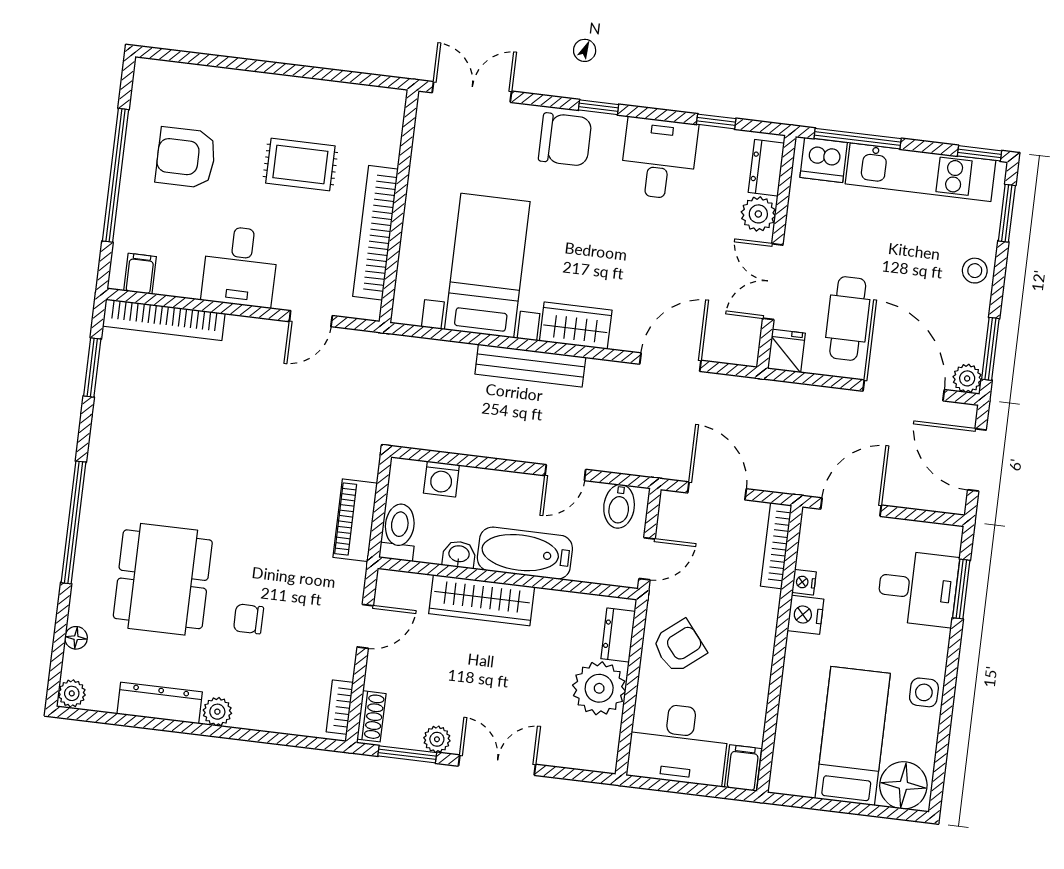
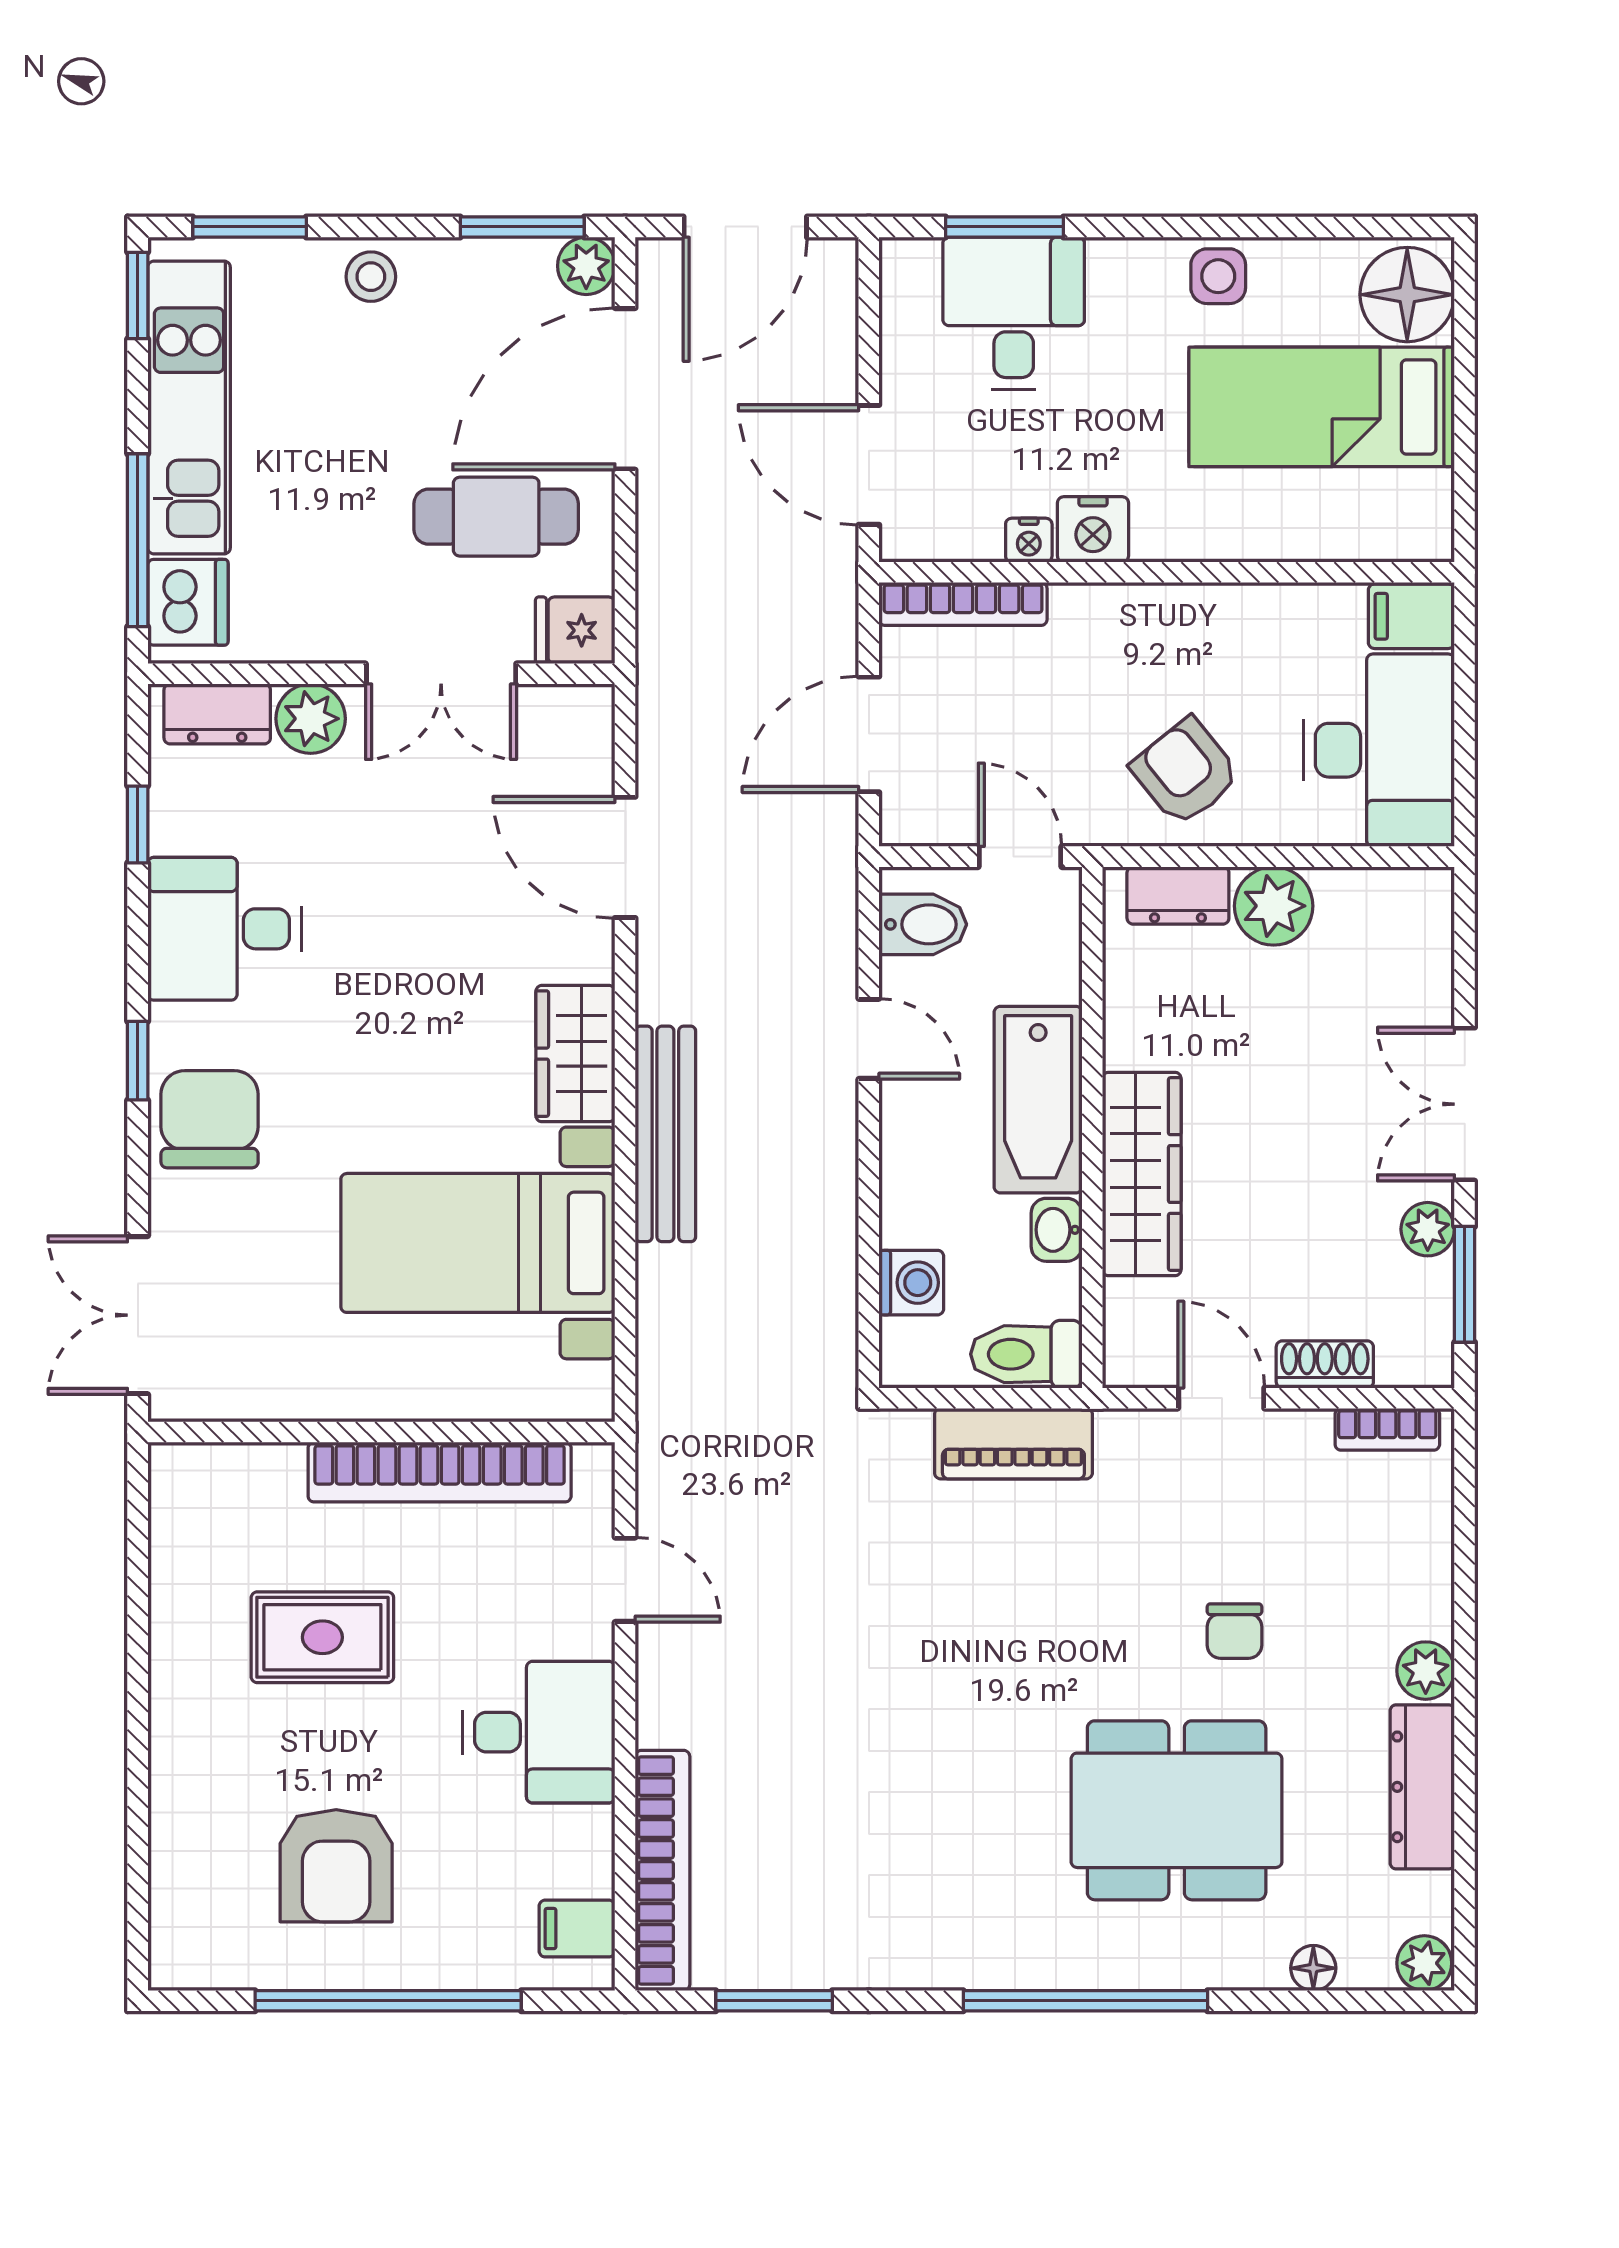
rug: (300, 164) -> (322, 1637), turned 90
plant: (599, 688) -> (1274, 906), width x0.73, depth x0.73
shoe rack: (371, 716) -> (1325, 1364), moved

